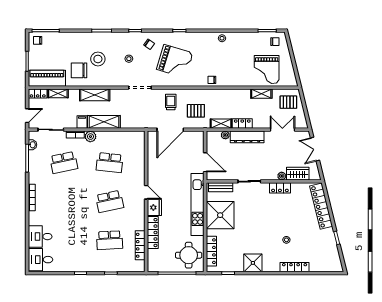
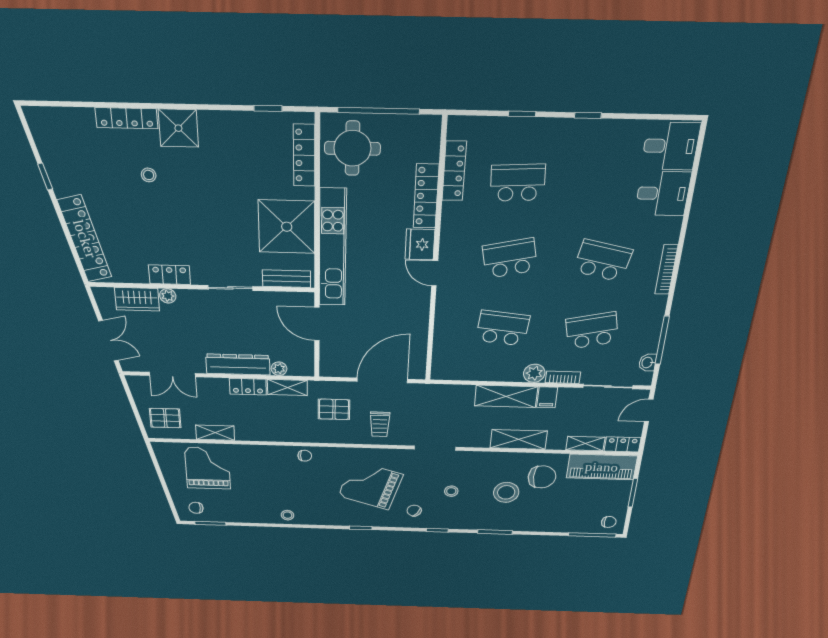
school desk: (64, 201) -> (603, 261), added
shower: (253, 263) -> (178, 128), moved

